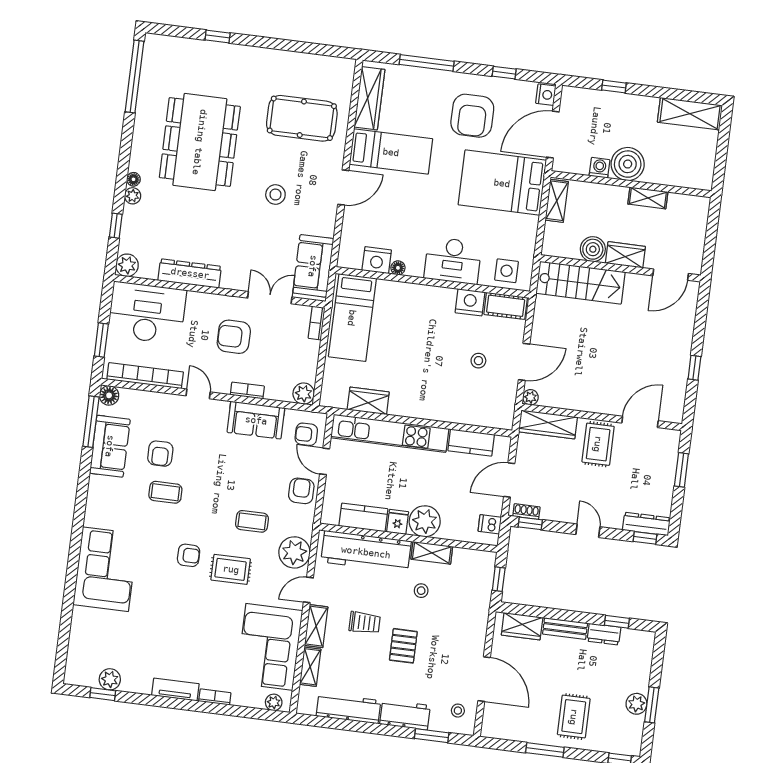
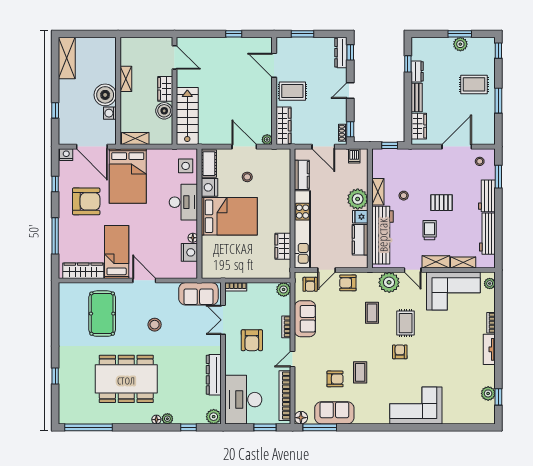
bed: (352, 318) -> (229, 216), moved, width x1.50

